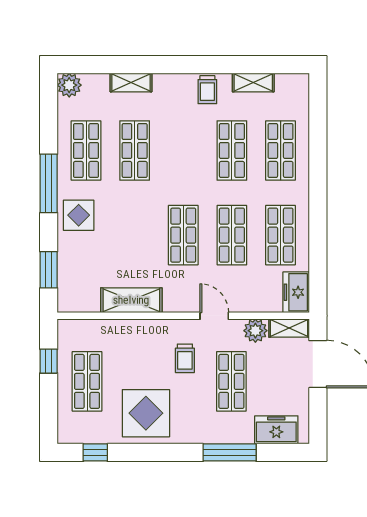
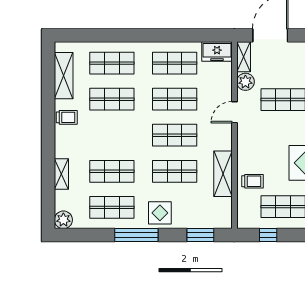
shelving: (253, 82) -> (64, 76), width x1.50, depth x1.33
shop shelf: (135, 235) -> (175, 171), added
trolley: (185, 358) -> (252, 181), moved

